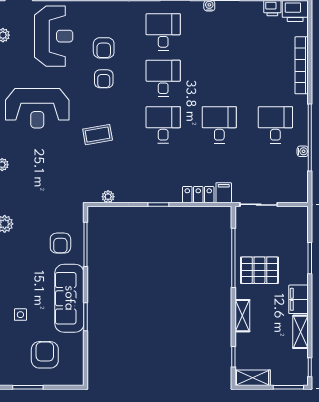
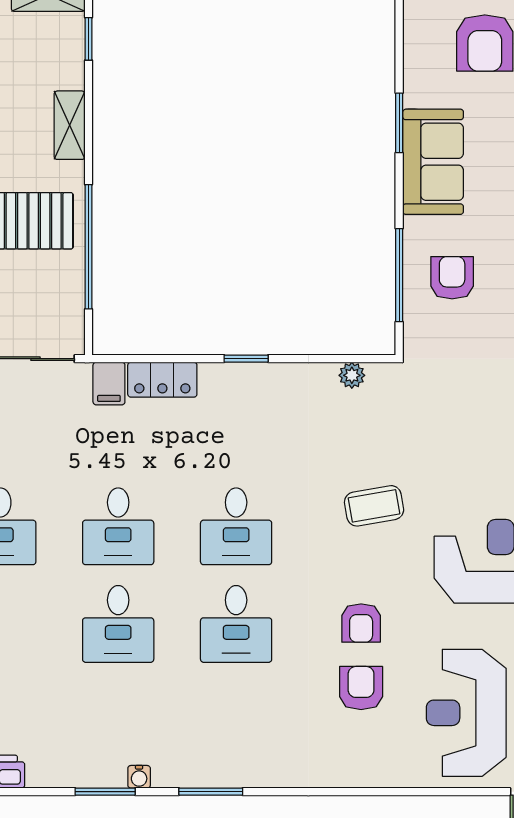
desk: (163, 32) -> (118, 624), moved
armchair: (104, 79) -> (361, 623), turned 180
sofa: (69, 298) -> (433, 162), width x0.73

